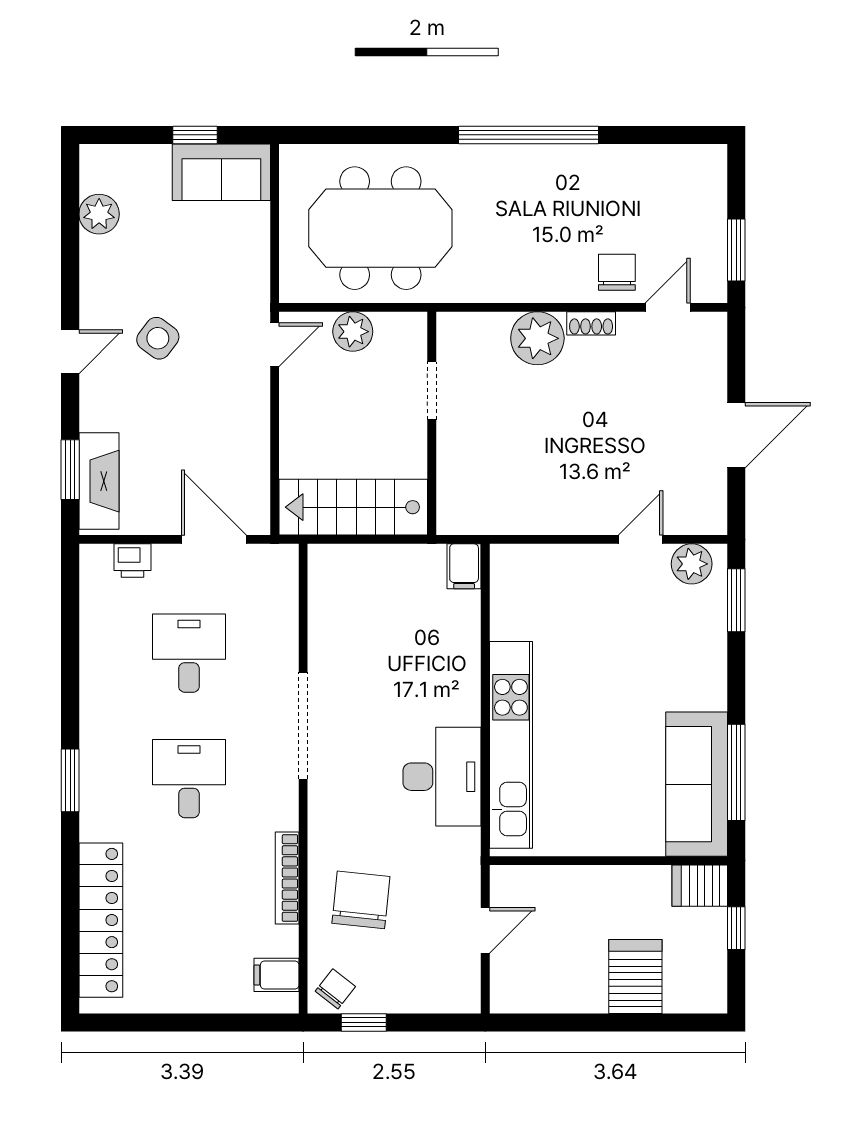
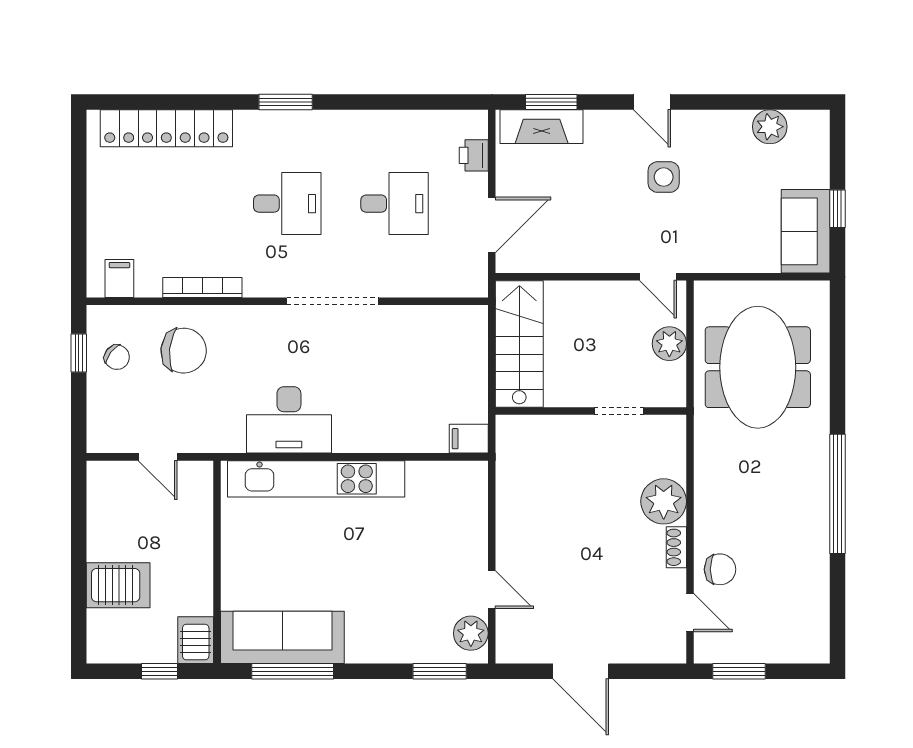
side table: (158, 338) -> (664, 177), turned -37
chair: (335, 989) -> (117, 357), moved

